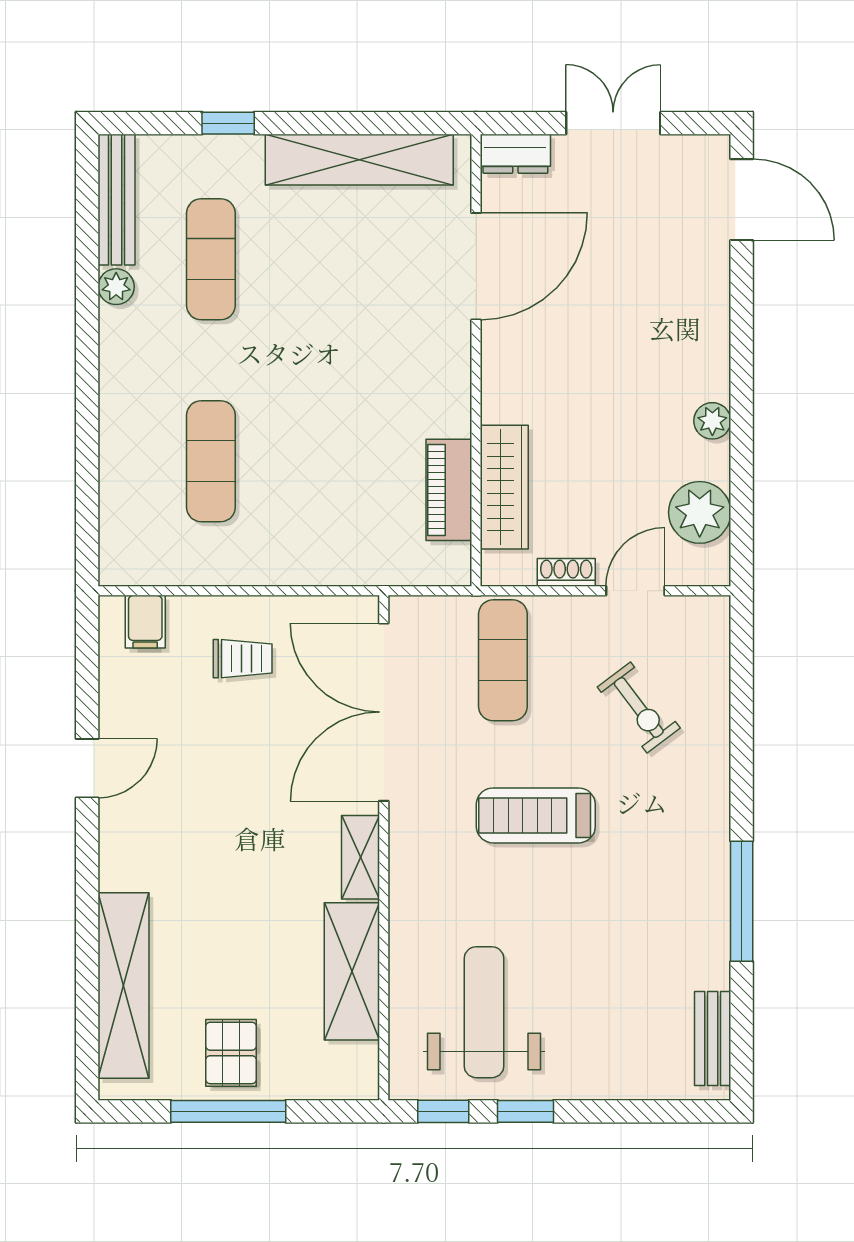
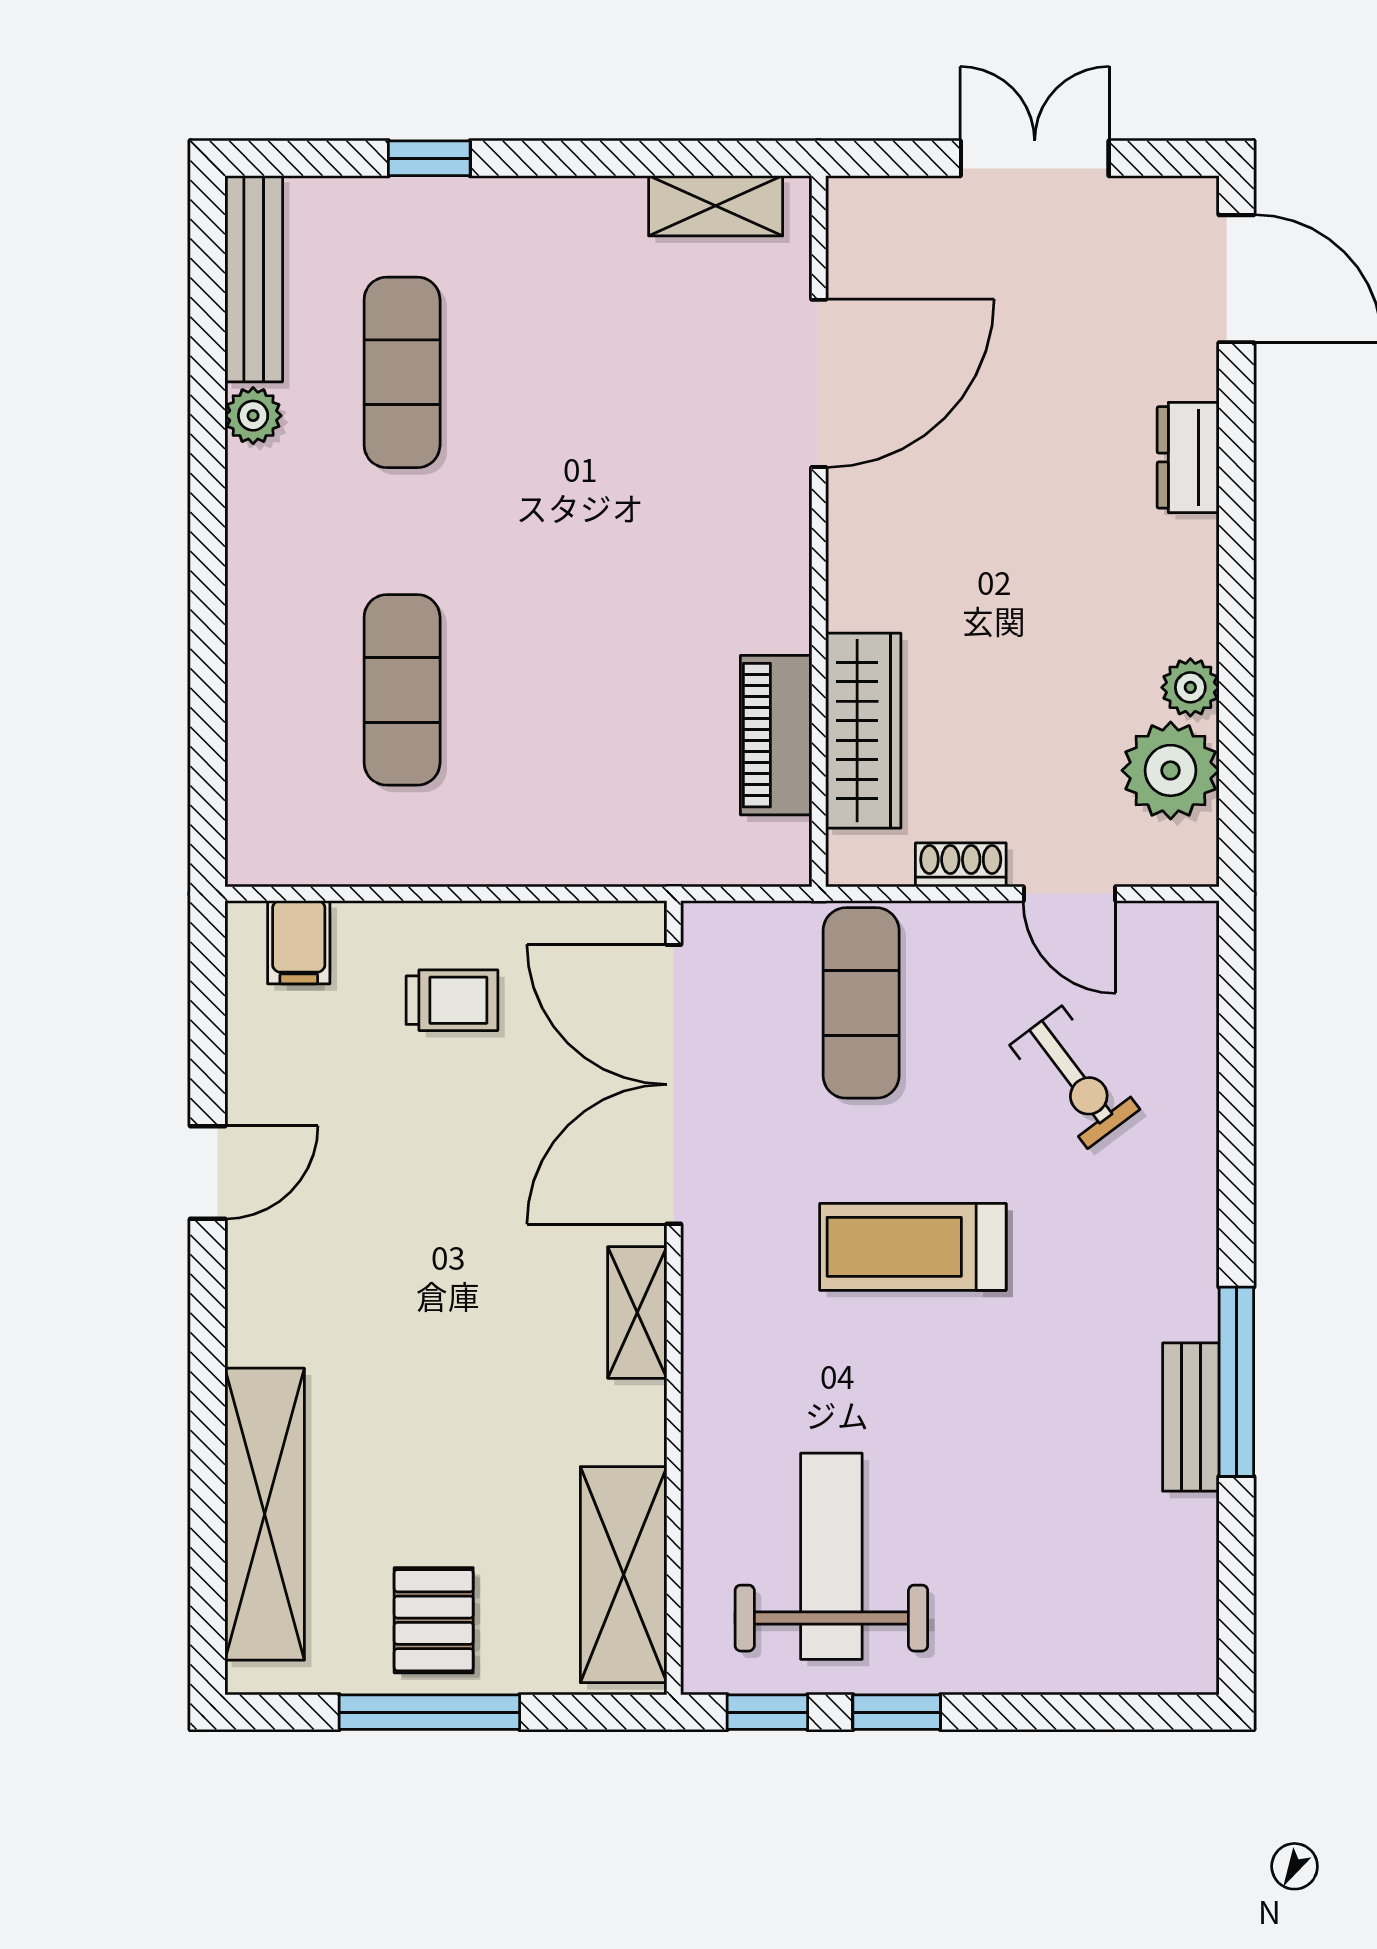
dresser: (515, 154) -> (1188, 457), moved, turned 90
shelving: (359, 160) -> (716, 206), width x0.45, depth x0.75
plant: (712, 421) -> (1190, 687), moved
door: (635, 591) -> (1069, 894), swing flipped
shelving: (352, 971) -> (624, 1575), moved
bench: (713, 1039) -> (1191, 1417), moved

